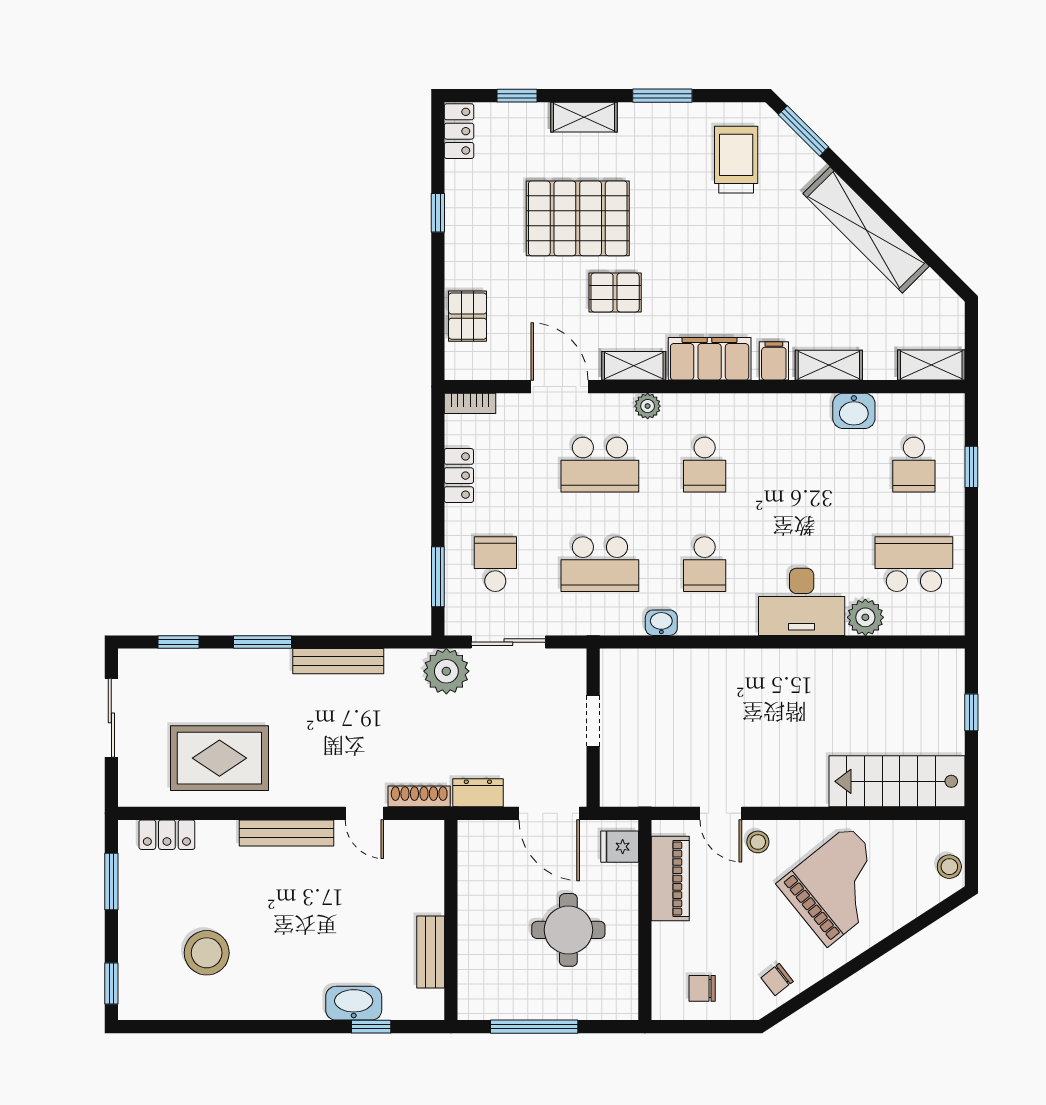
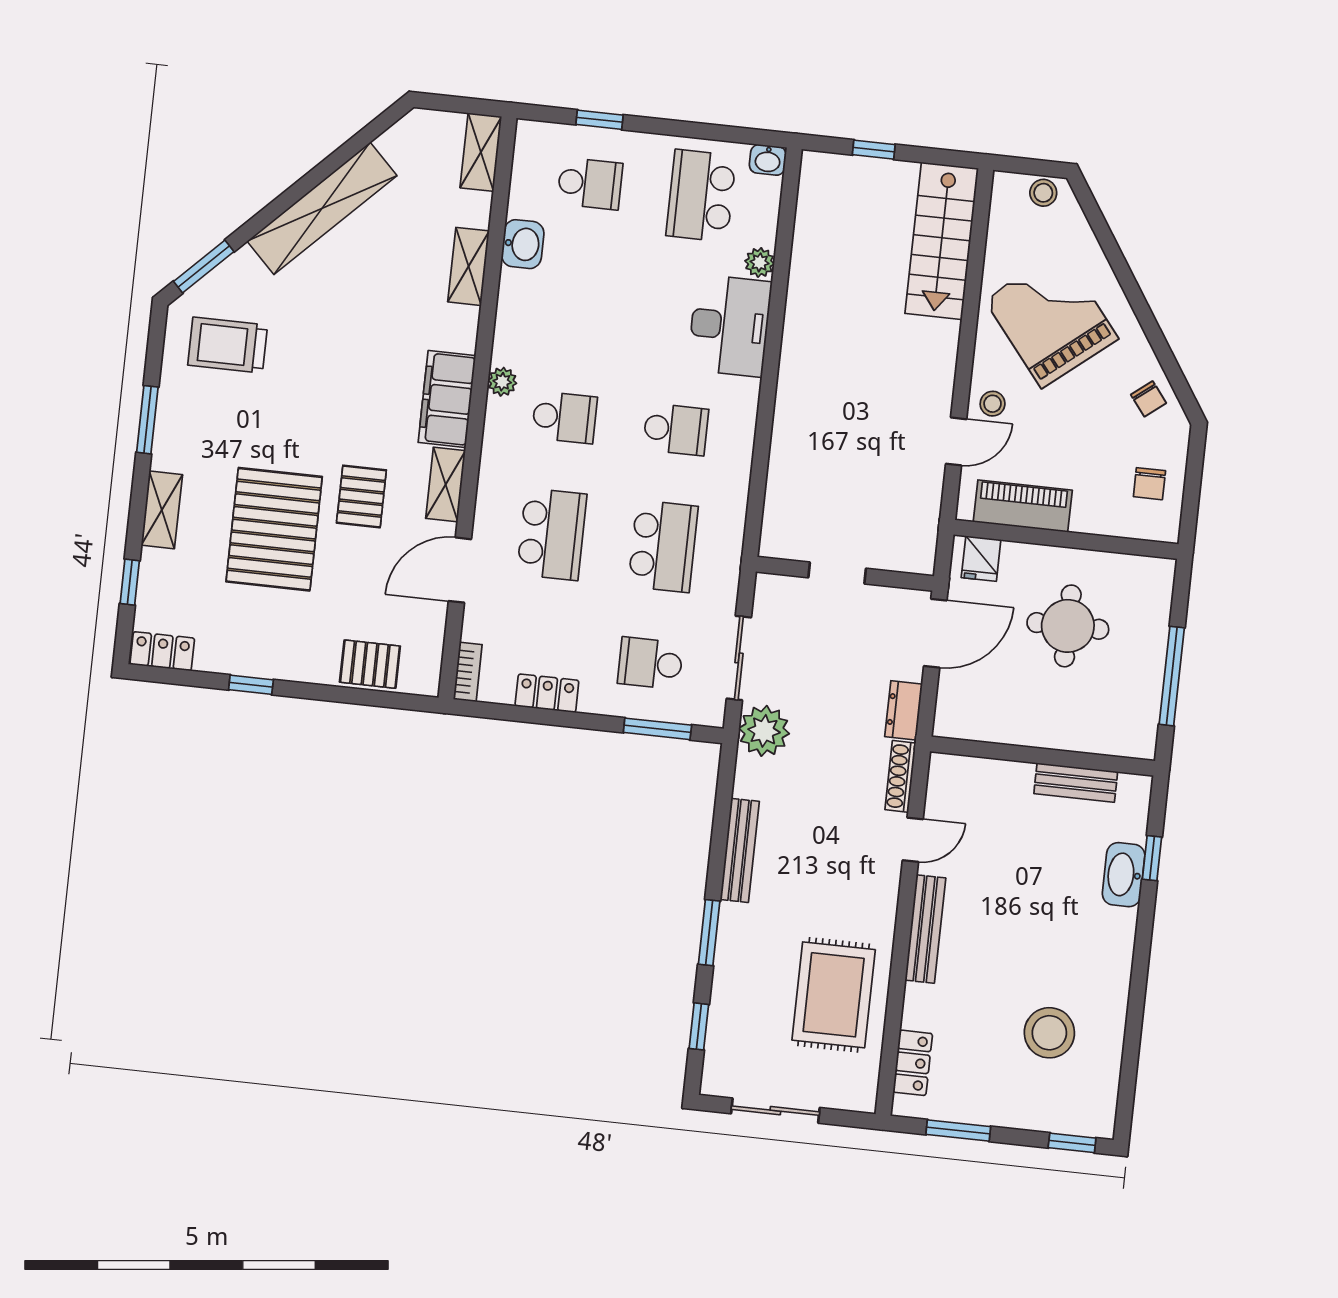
filing cabinet: (774, 361) -> (457, 327), removed
plant: (648, 406) -> (502, 382), moved
plant: (865, 617) -> (760, 262), width x0.73, depth x0.73
washbasin: (661, 623) -> (768, 160), moved, turned -90

